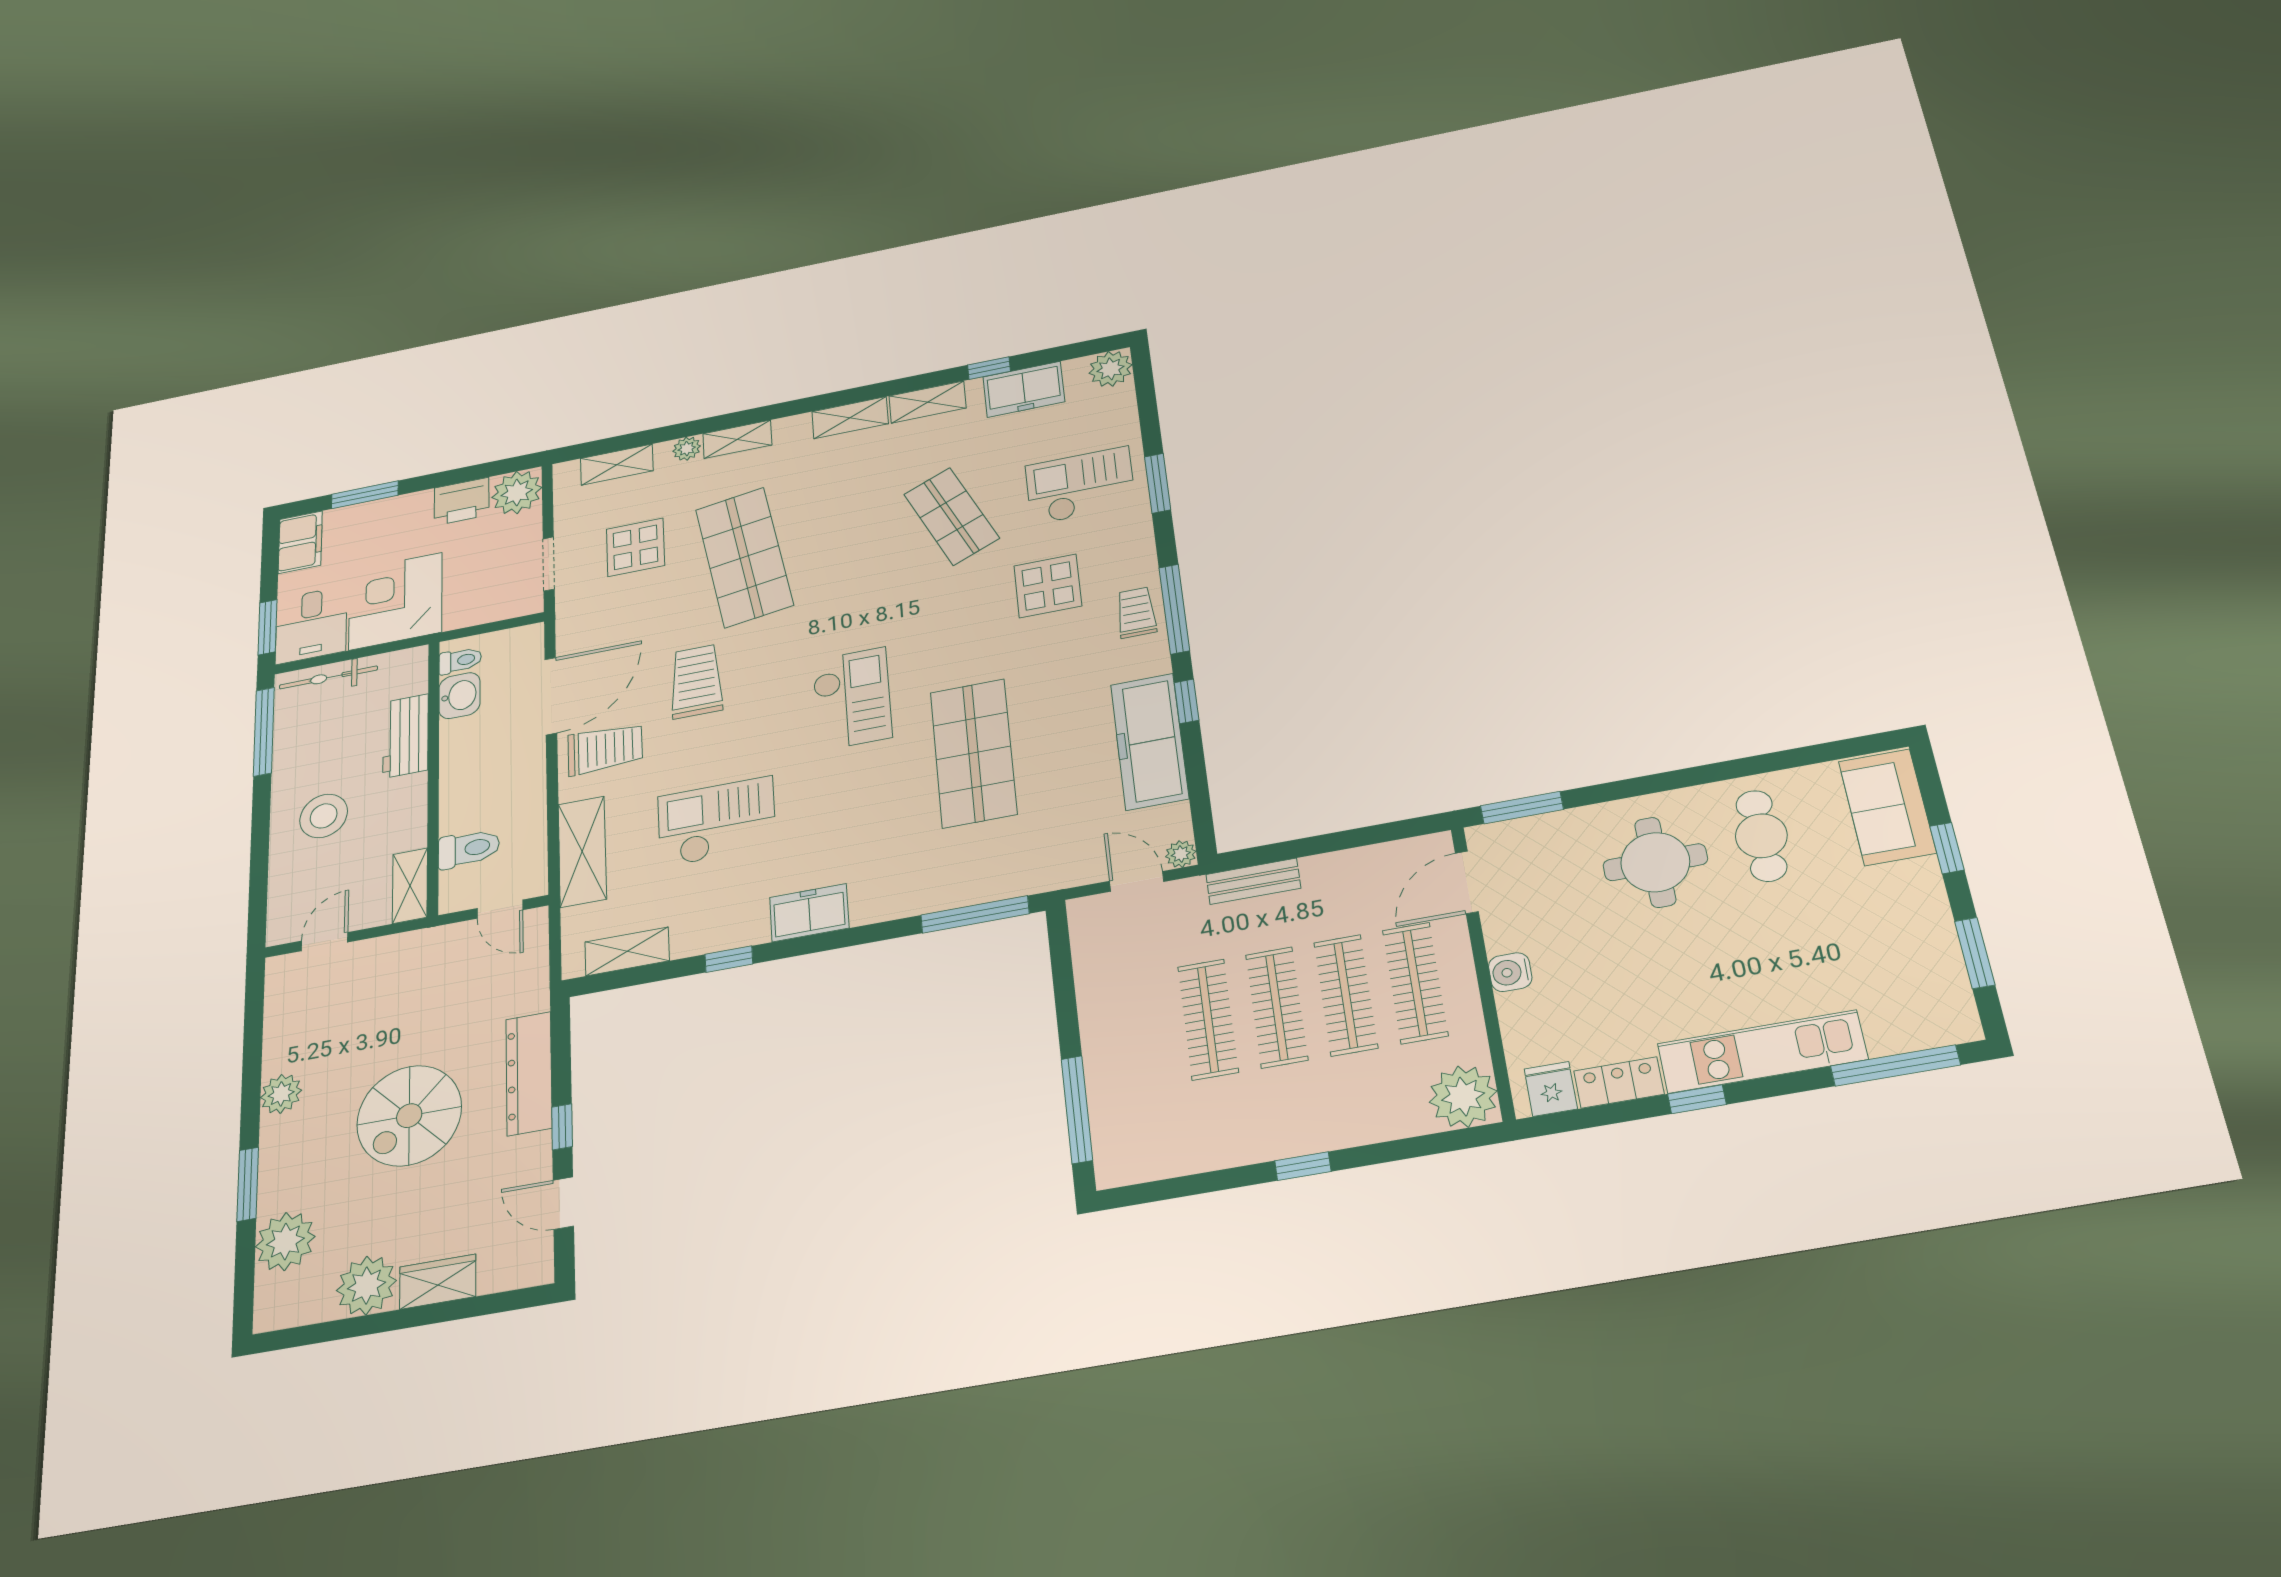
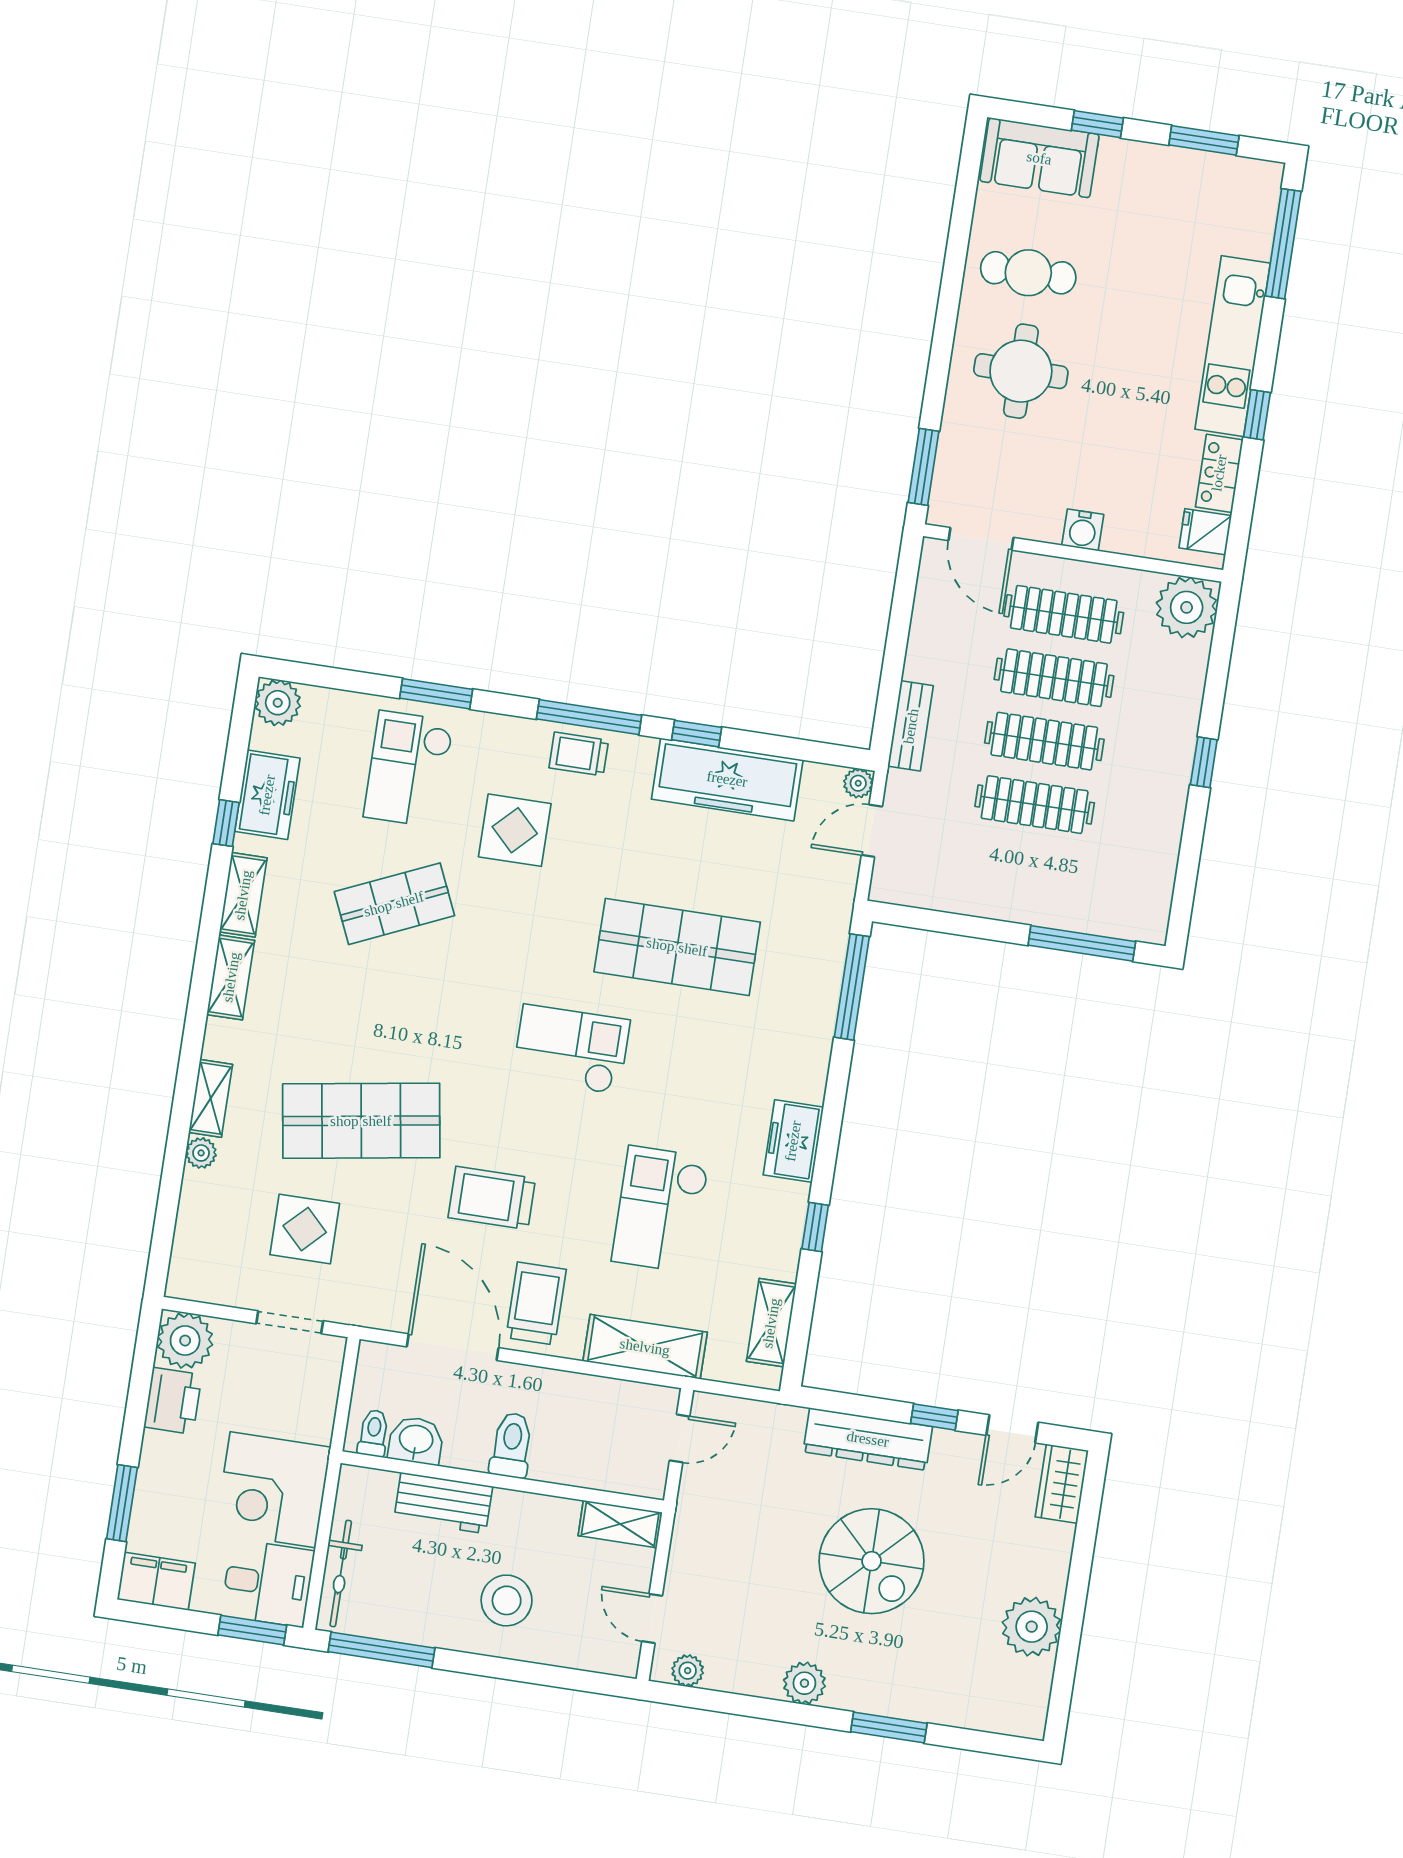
shelving: (617, 465) -> (192, 1229), removed
toilet: (469, 849) -> (511, 1445), moved
plant: (285, 1242) -> (688, 1671), moved, width x0.53, depth x0.53
wardrobe: (438, 1282) -> (1062, 1484), moved

